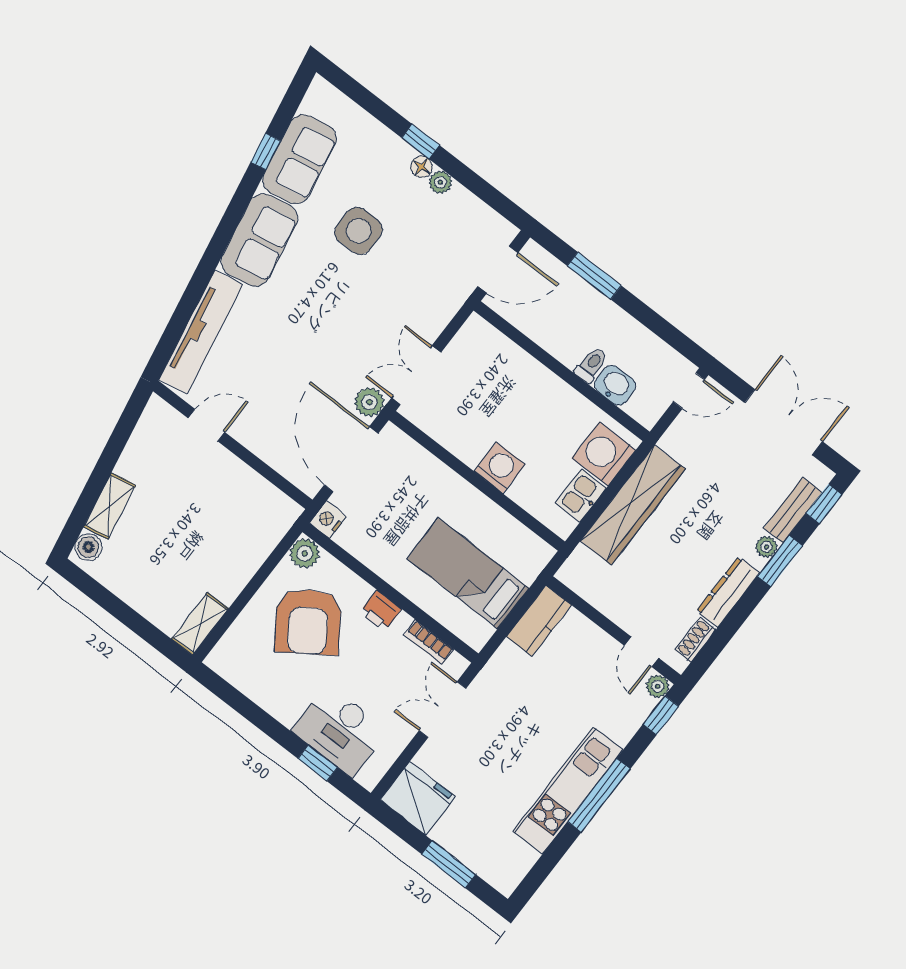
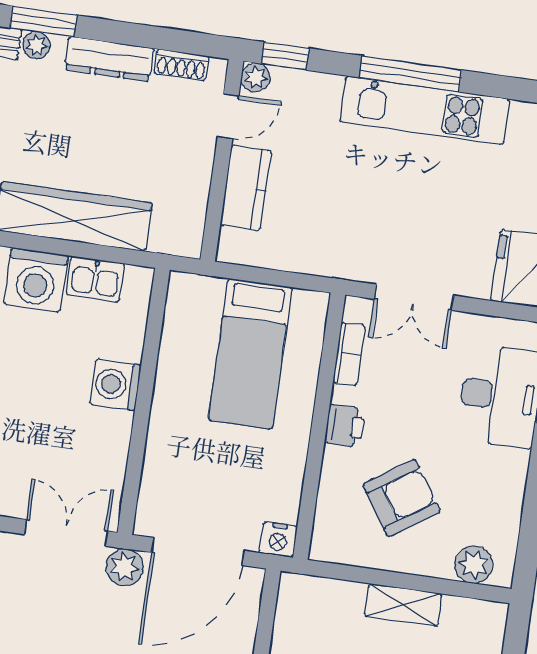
double door: (416, 375) -> (66, 533), swing flipped
plant: (305, 553) -> (474, 565), moved
kitchen counter: (539, 621) -> (246, 188), moved, turned 90
armchair: (308, 622) -> (402, 498), width x0.73, depth x0.73
shelving: (200, 624) -> (403, 605), moved

